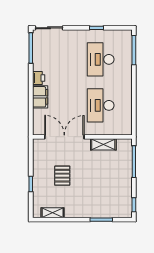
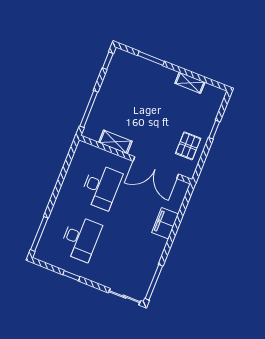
printer: (39, 78) -> (158, 245), removed
pallet: (62, 176) -> (188, 146), moved
shelving: (53, 213) -> (190, 83), moved

